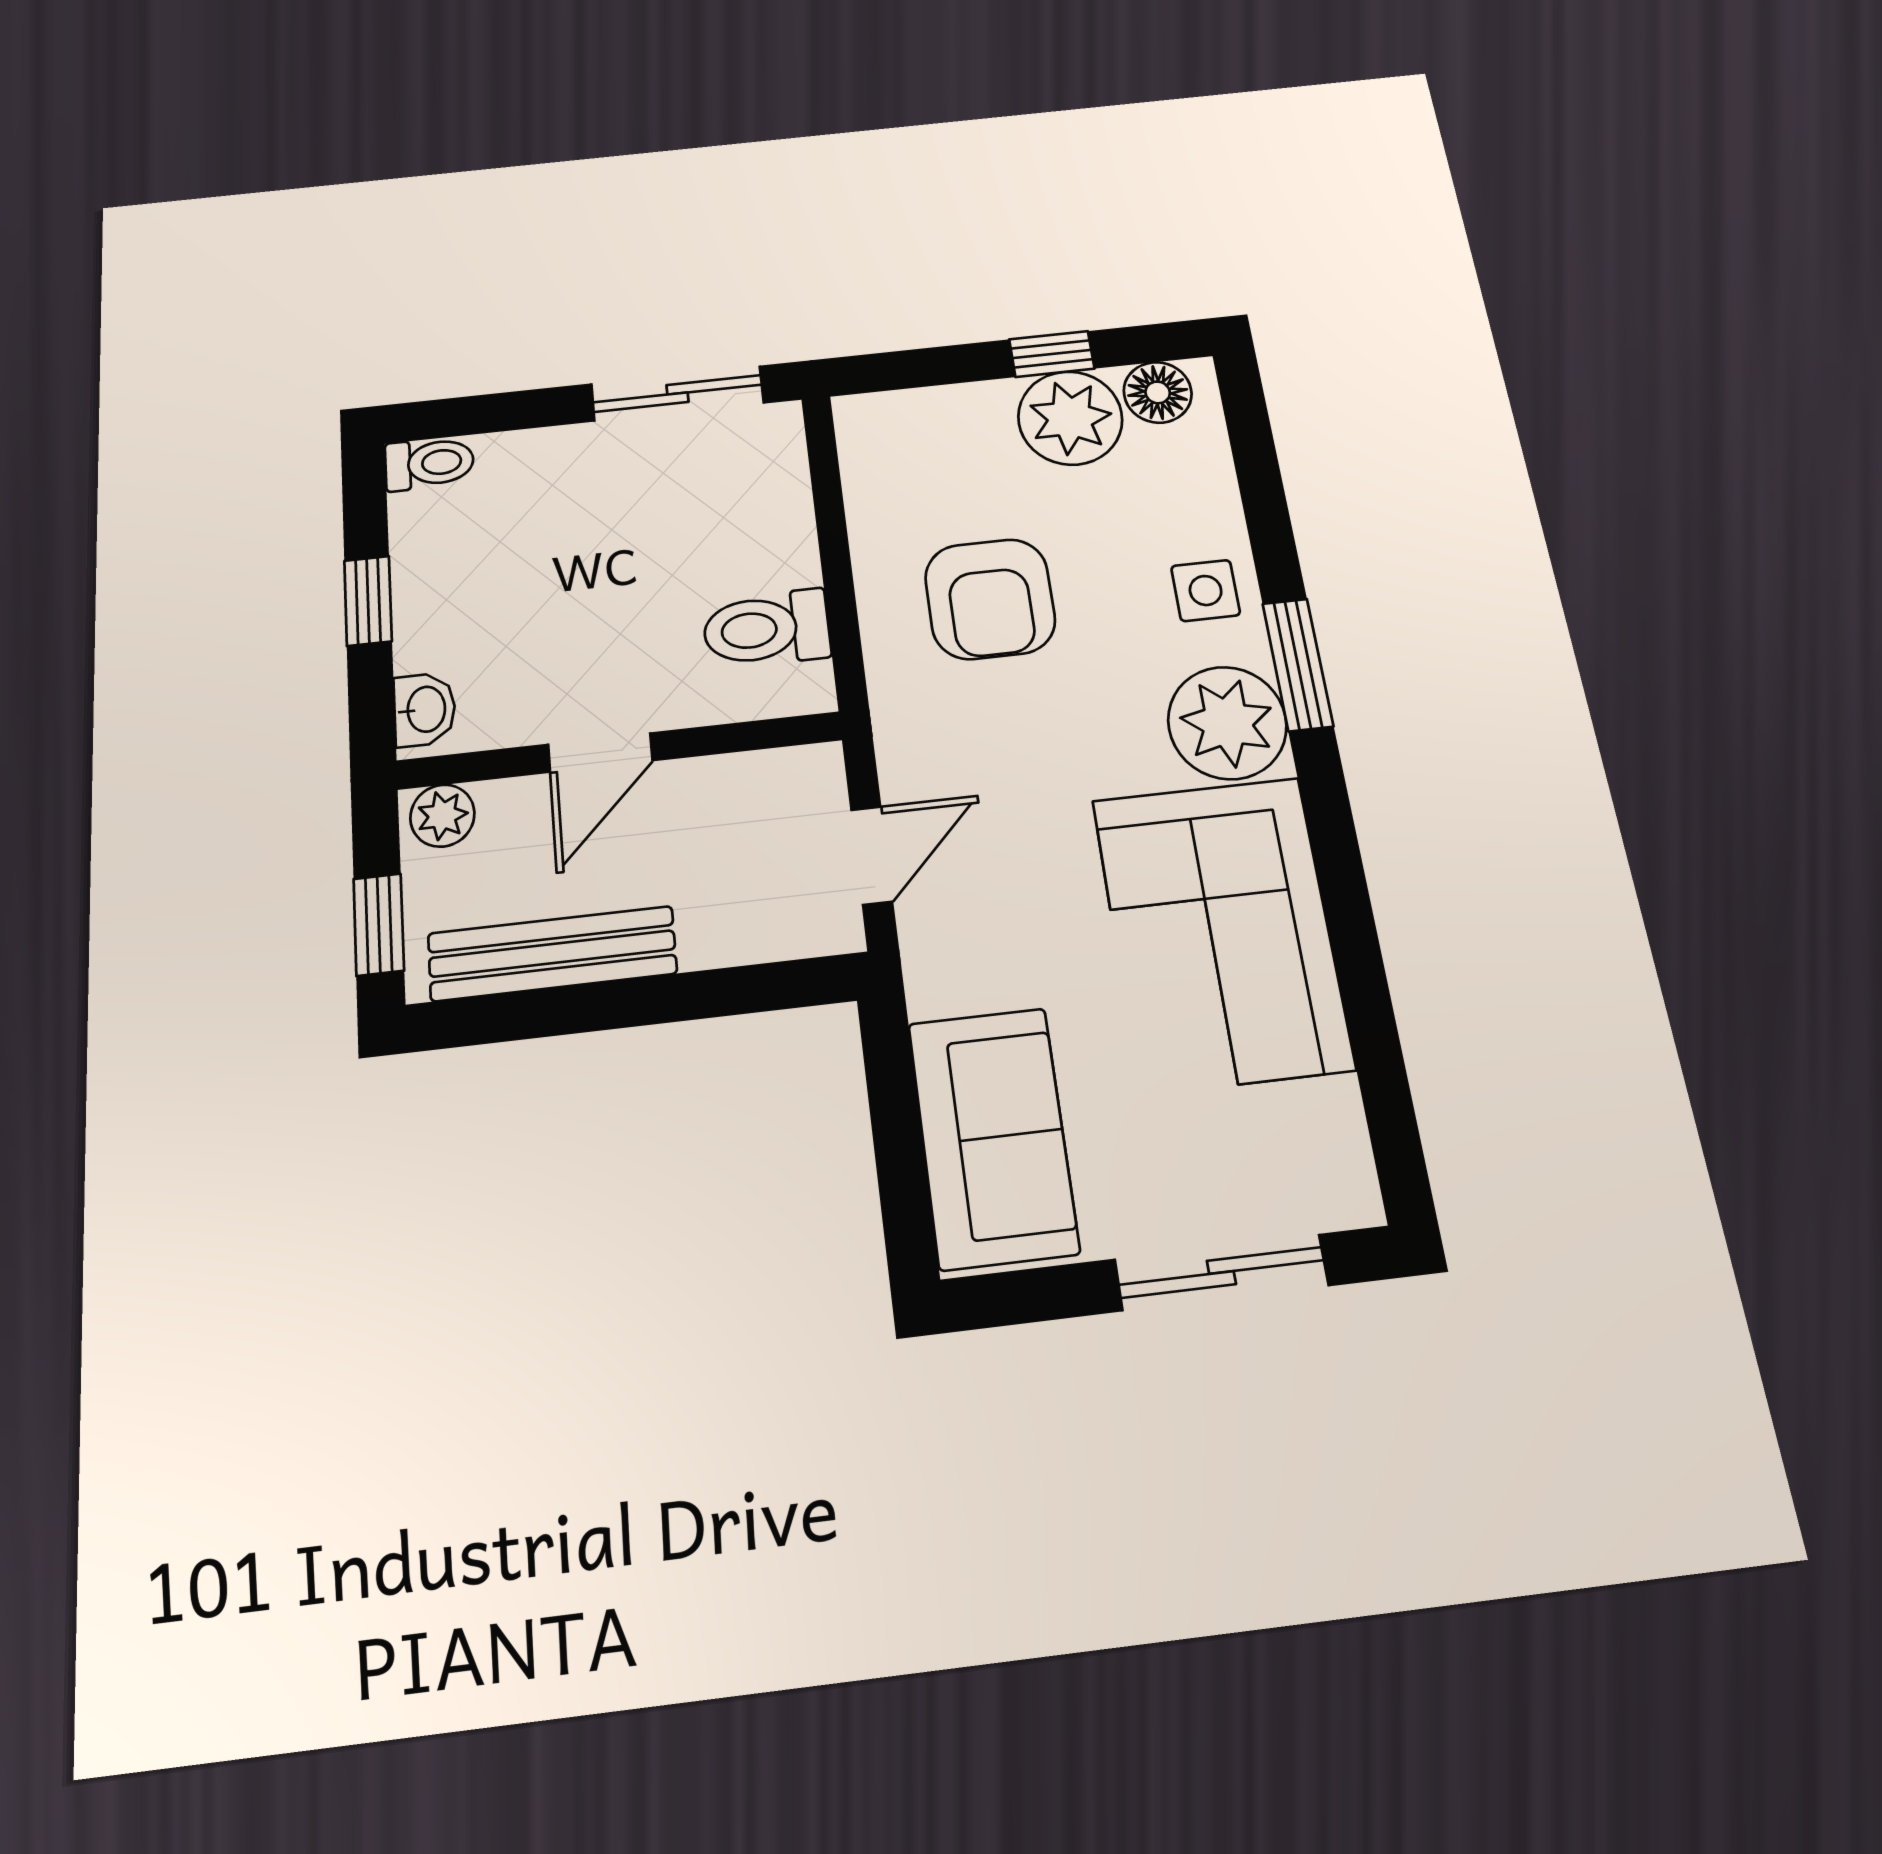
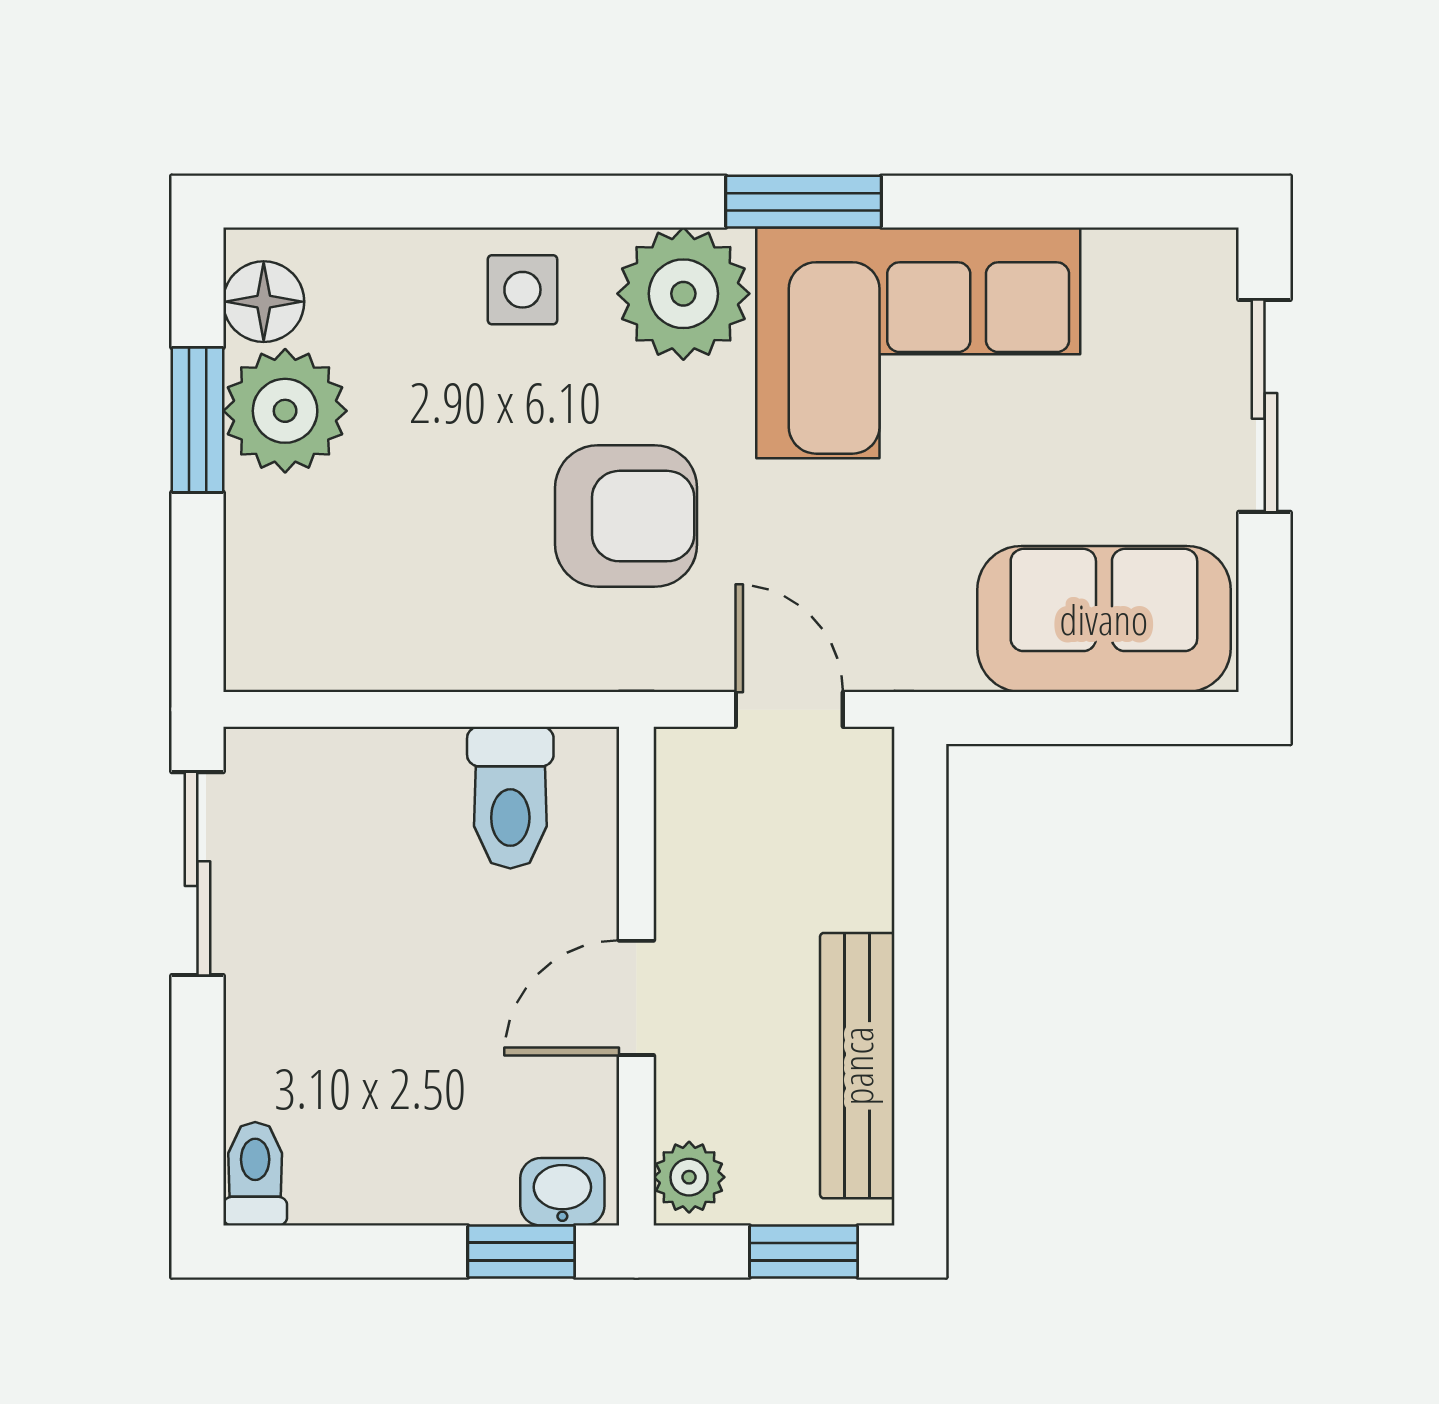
window: (1052, 354) -> (197, 420), width x1.50
armchair: (990, 599) -> (626, 516), moved
window: (368, 601) -> (521, 1252), moved
window: (1298, 665) -> (804, 202), moved
door: (600, 753) -> (636, 998), swing flipped

